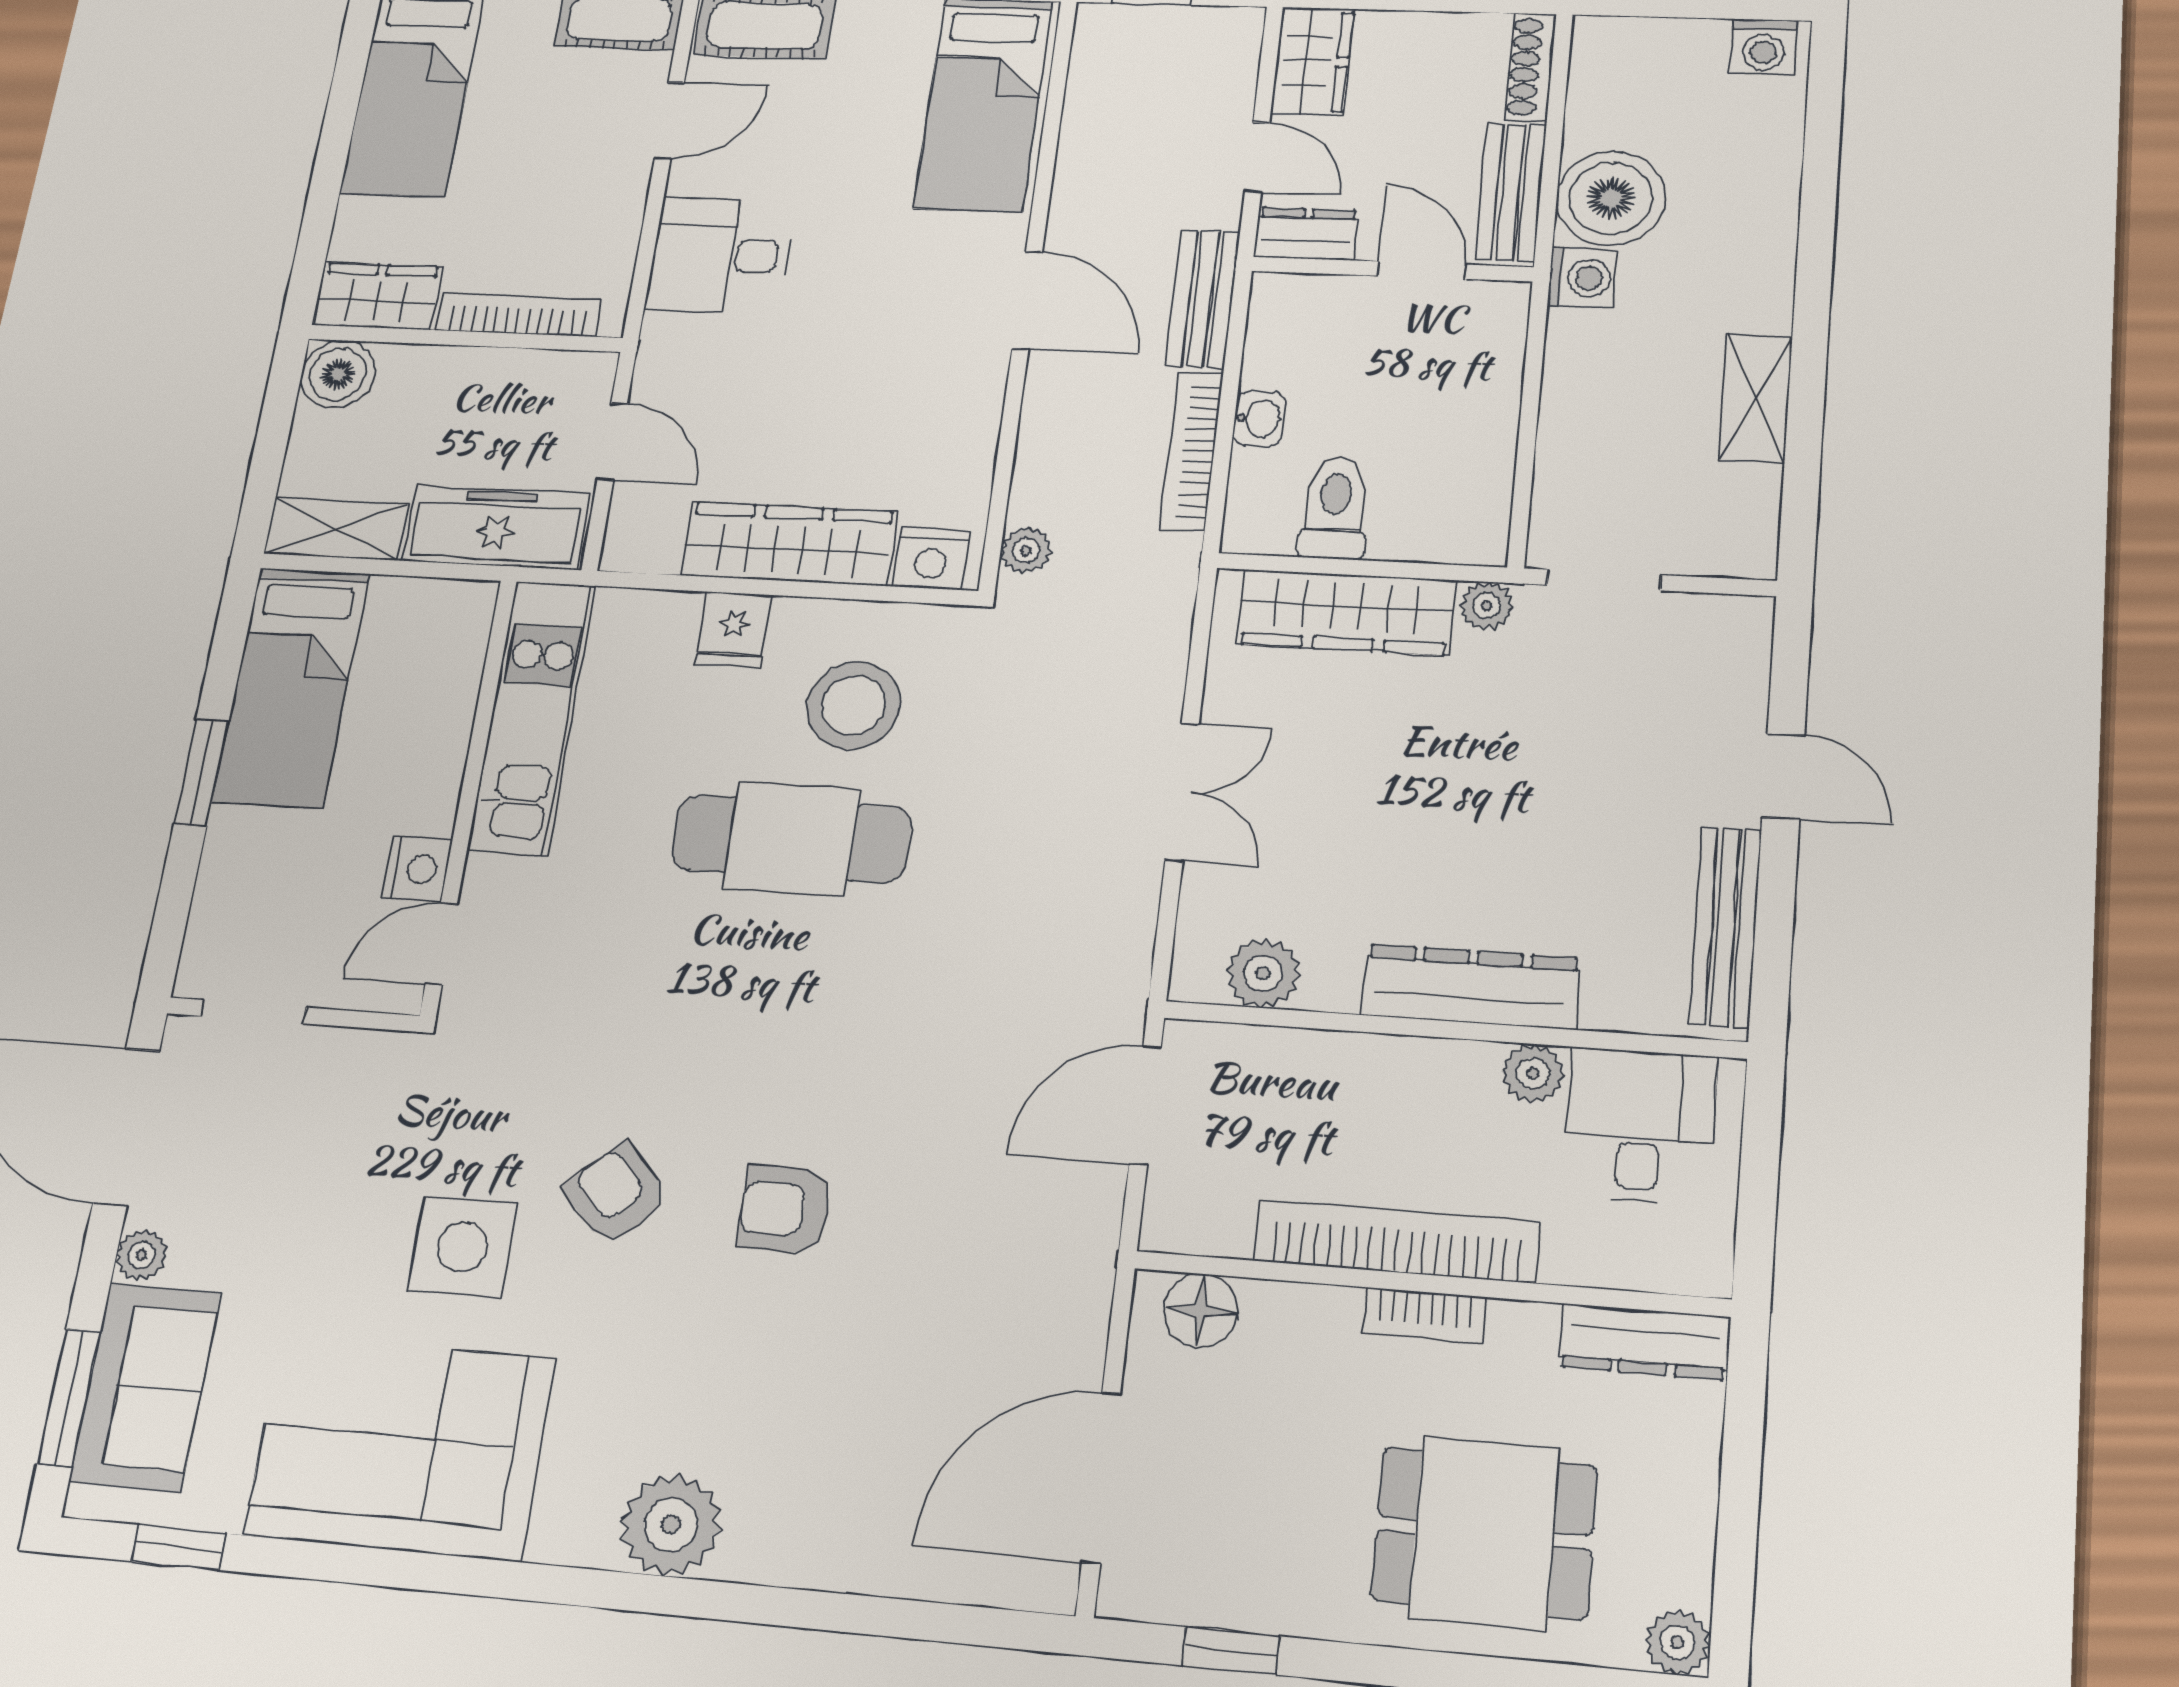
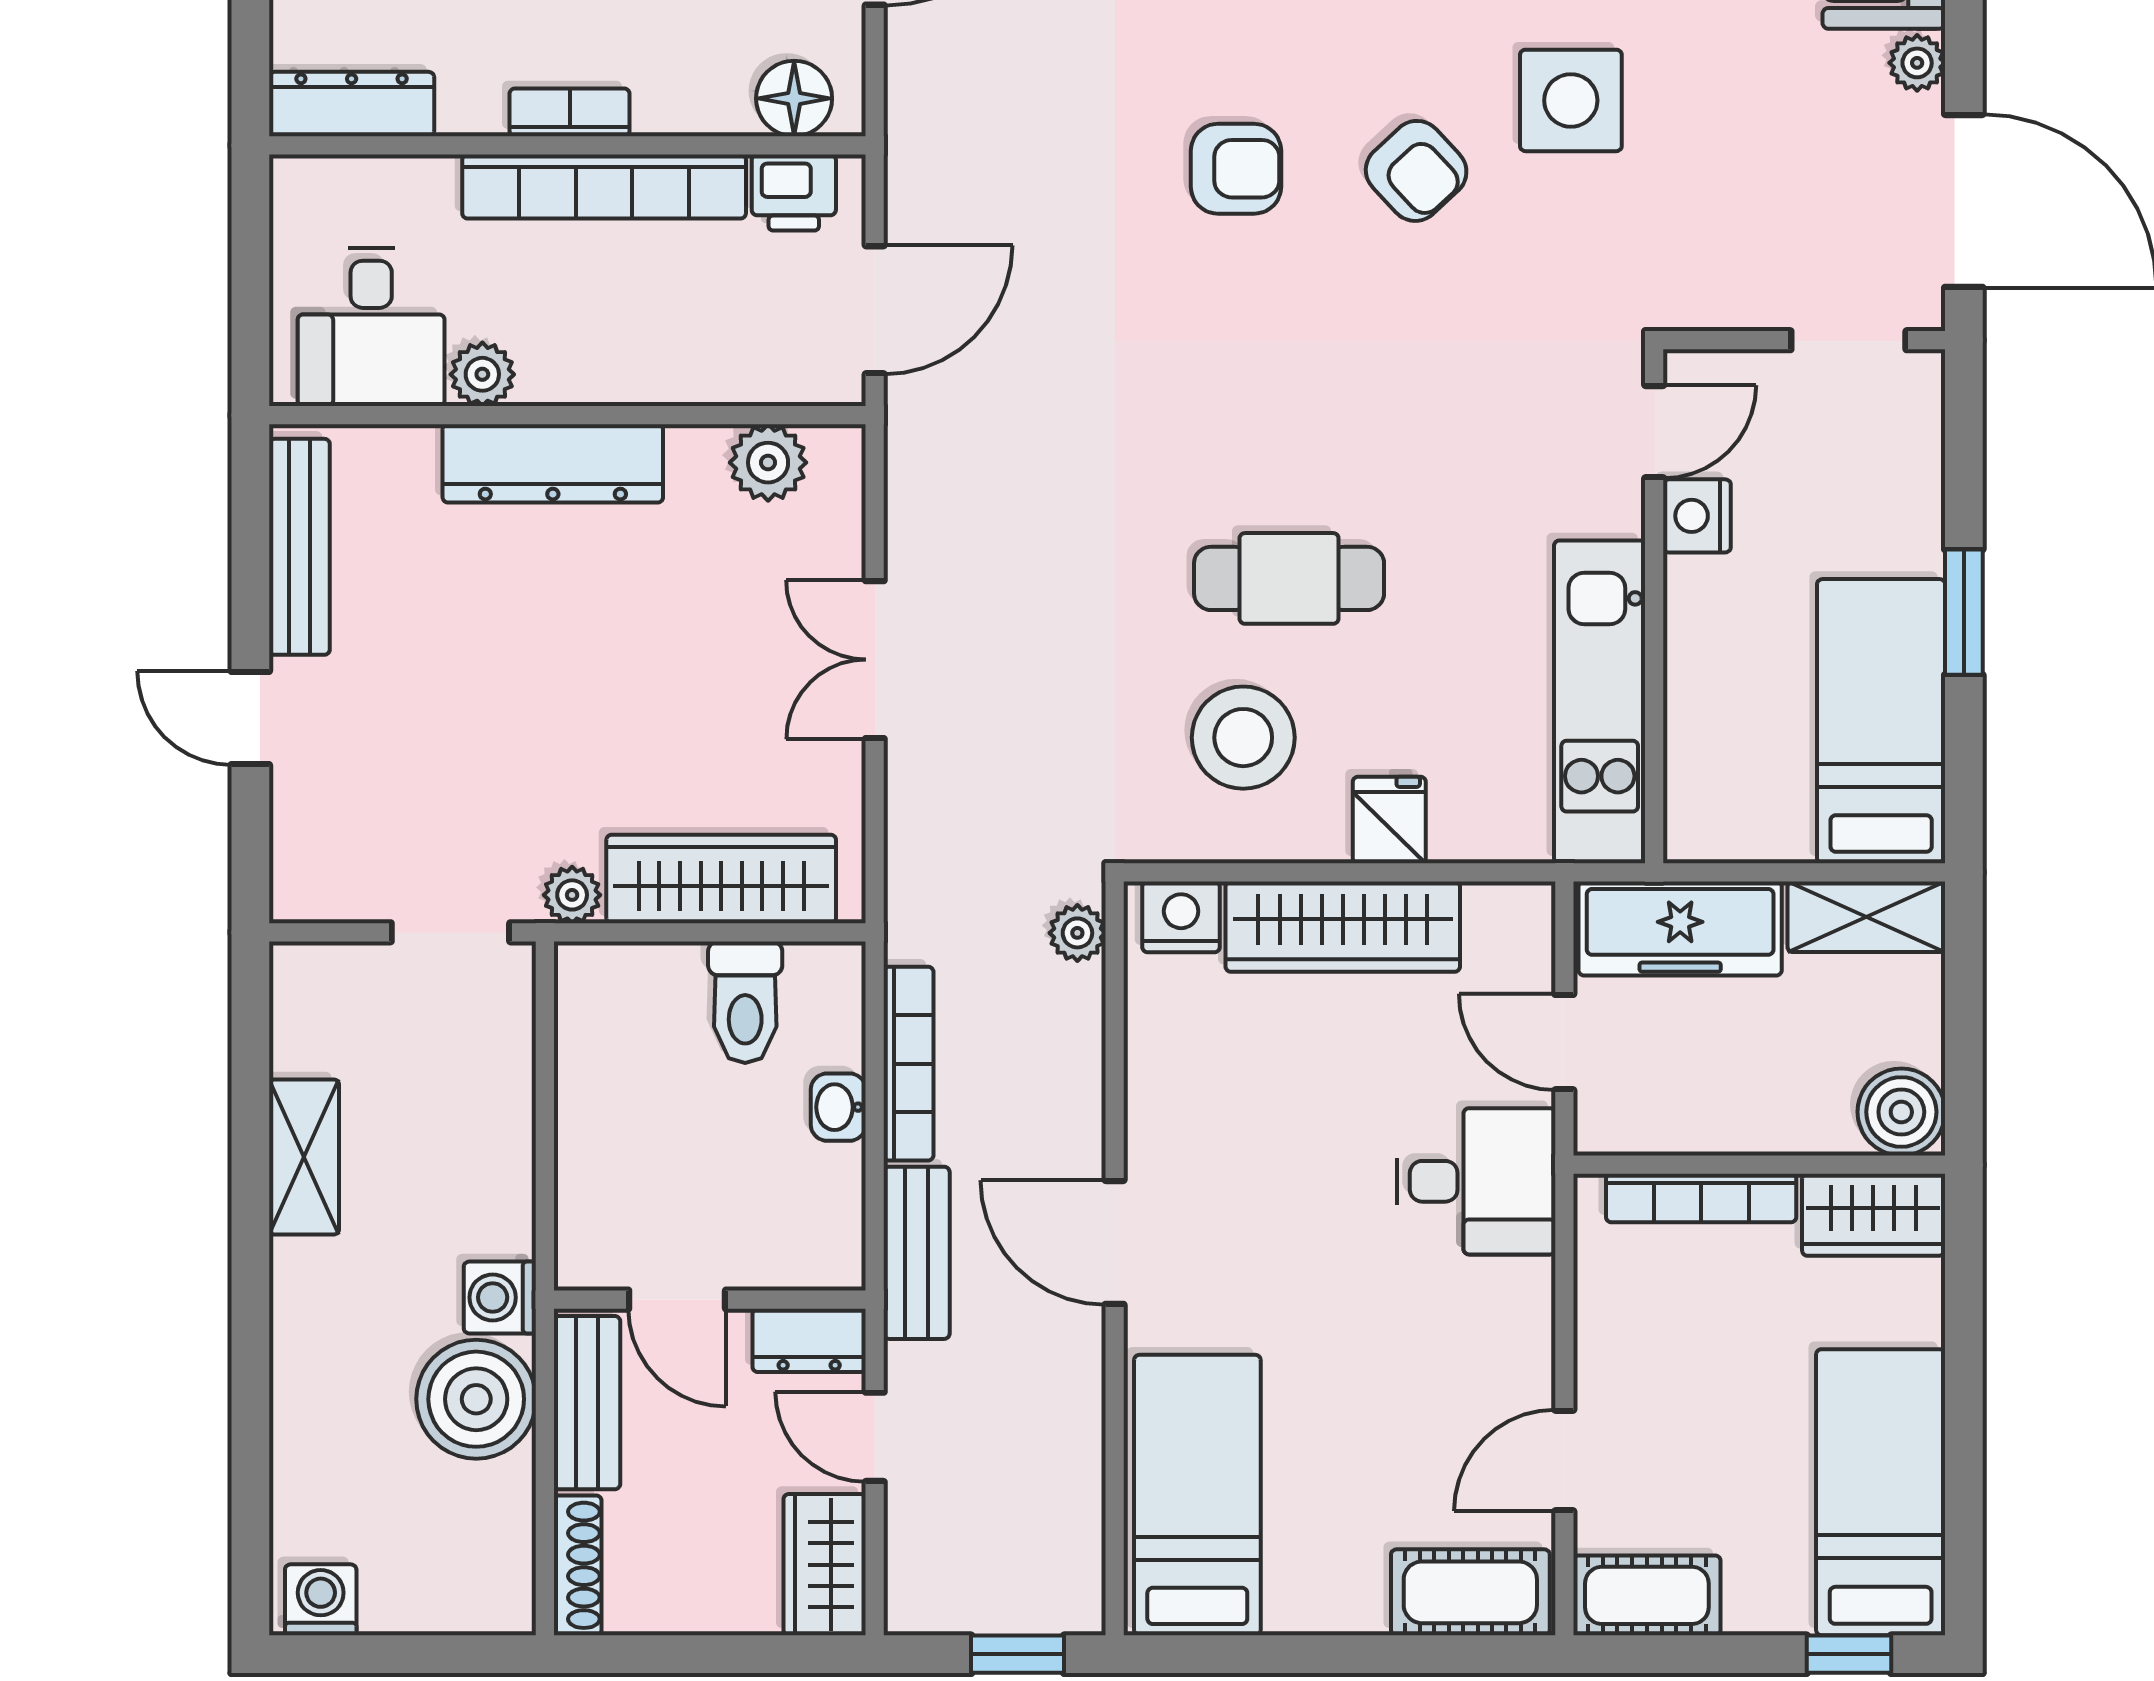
desk: (720, 255) -> (1476, 1181), moved
cafe table: (791, 839) -> (1289, 578), width x0.73, depth x0.74
printer: (1211, 1221) -> (794, 192), added

